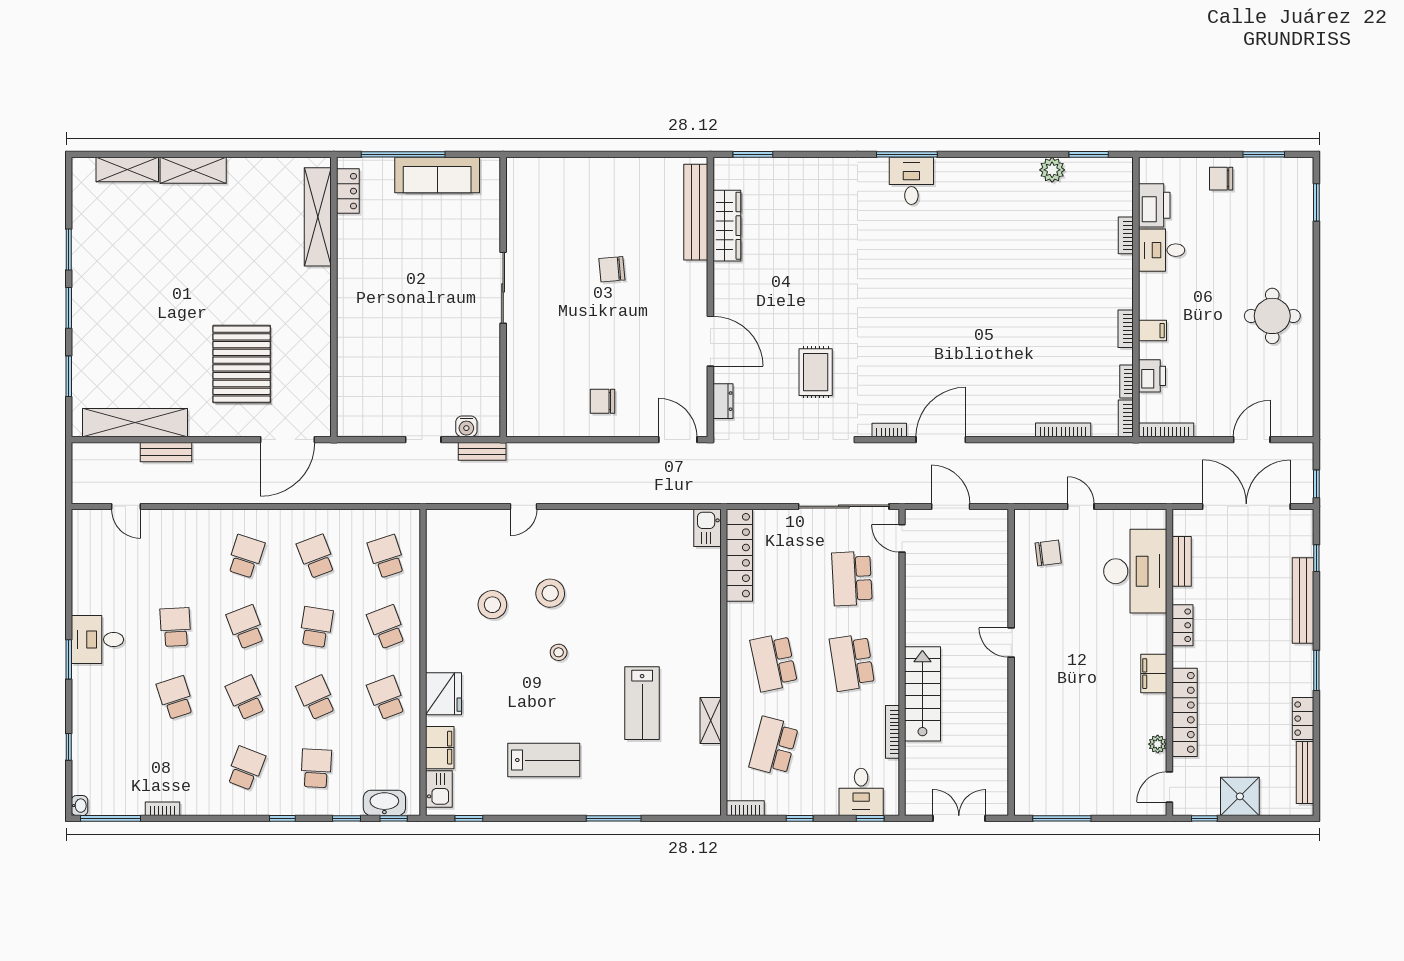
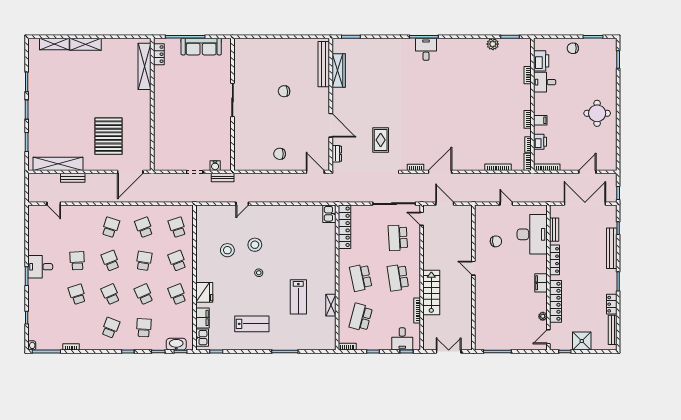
chair: (1048, 553) -> (496, 241), moved
locker: (1182, 625) -> (555, 260), width x1.53

